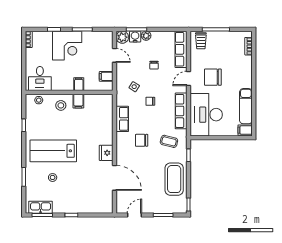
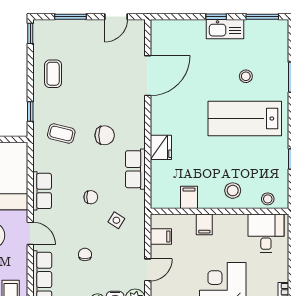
door: (114, 55) -> (148, 270), swing flipped
door: (189, 78) -> (30, 233), hinge flipped
filing cabinet: (78, 101) -> (189, 197), moved
row of seats: (181, 111) -> (42, 191), width x0.68
lab bench: (53, 151) -> (245, 119), turned 180
fridge: (106, 153) -> (161, 147), moved
door: (114, 178) -> (148, 76), swing flipped
coffee table: (174, 179) -> (53, 74), width x0.54, depth x0.58
kitchen sink: (41, 207) -> (225, 29), moved

